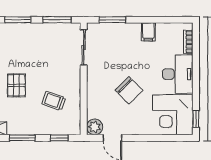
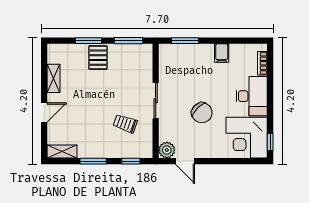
sliding door: (84, 47) -> (156, 101), moved
pallet: (16, 85) -> (98, 58), moved

